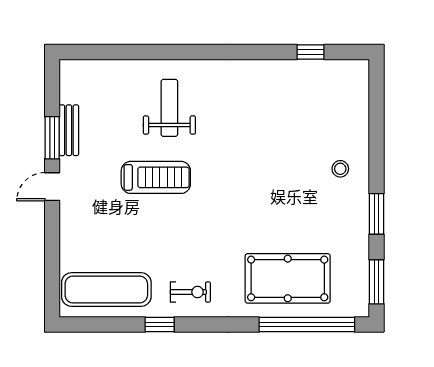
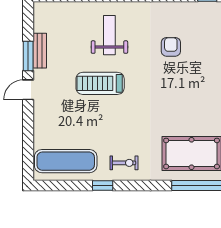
armchair: (258, 125) -> (171, 47), added
treadmill: (156, 177) -> (100, 83), turned 180

